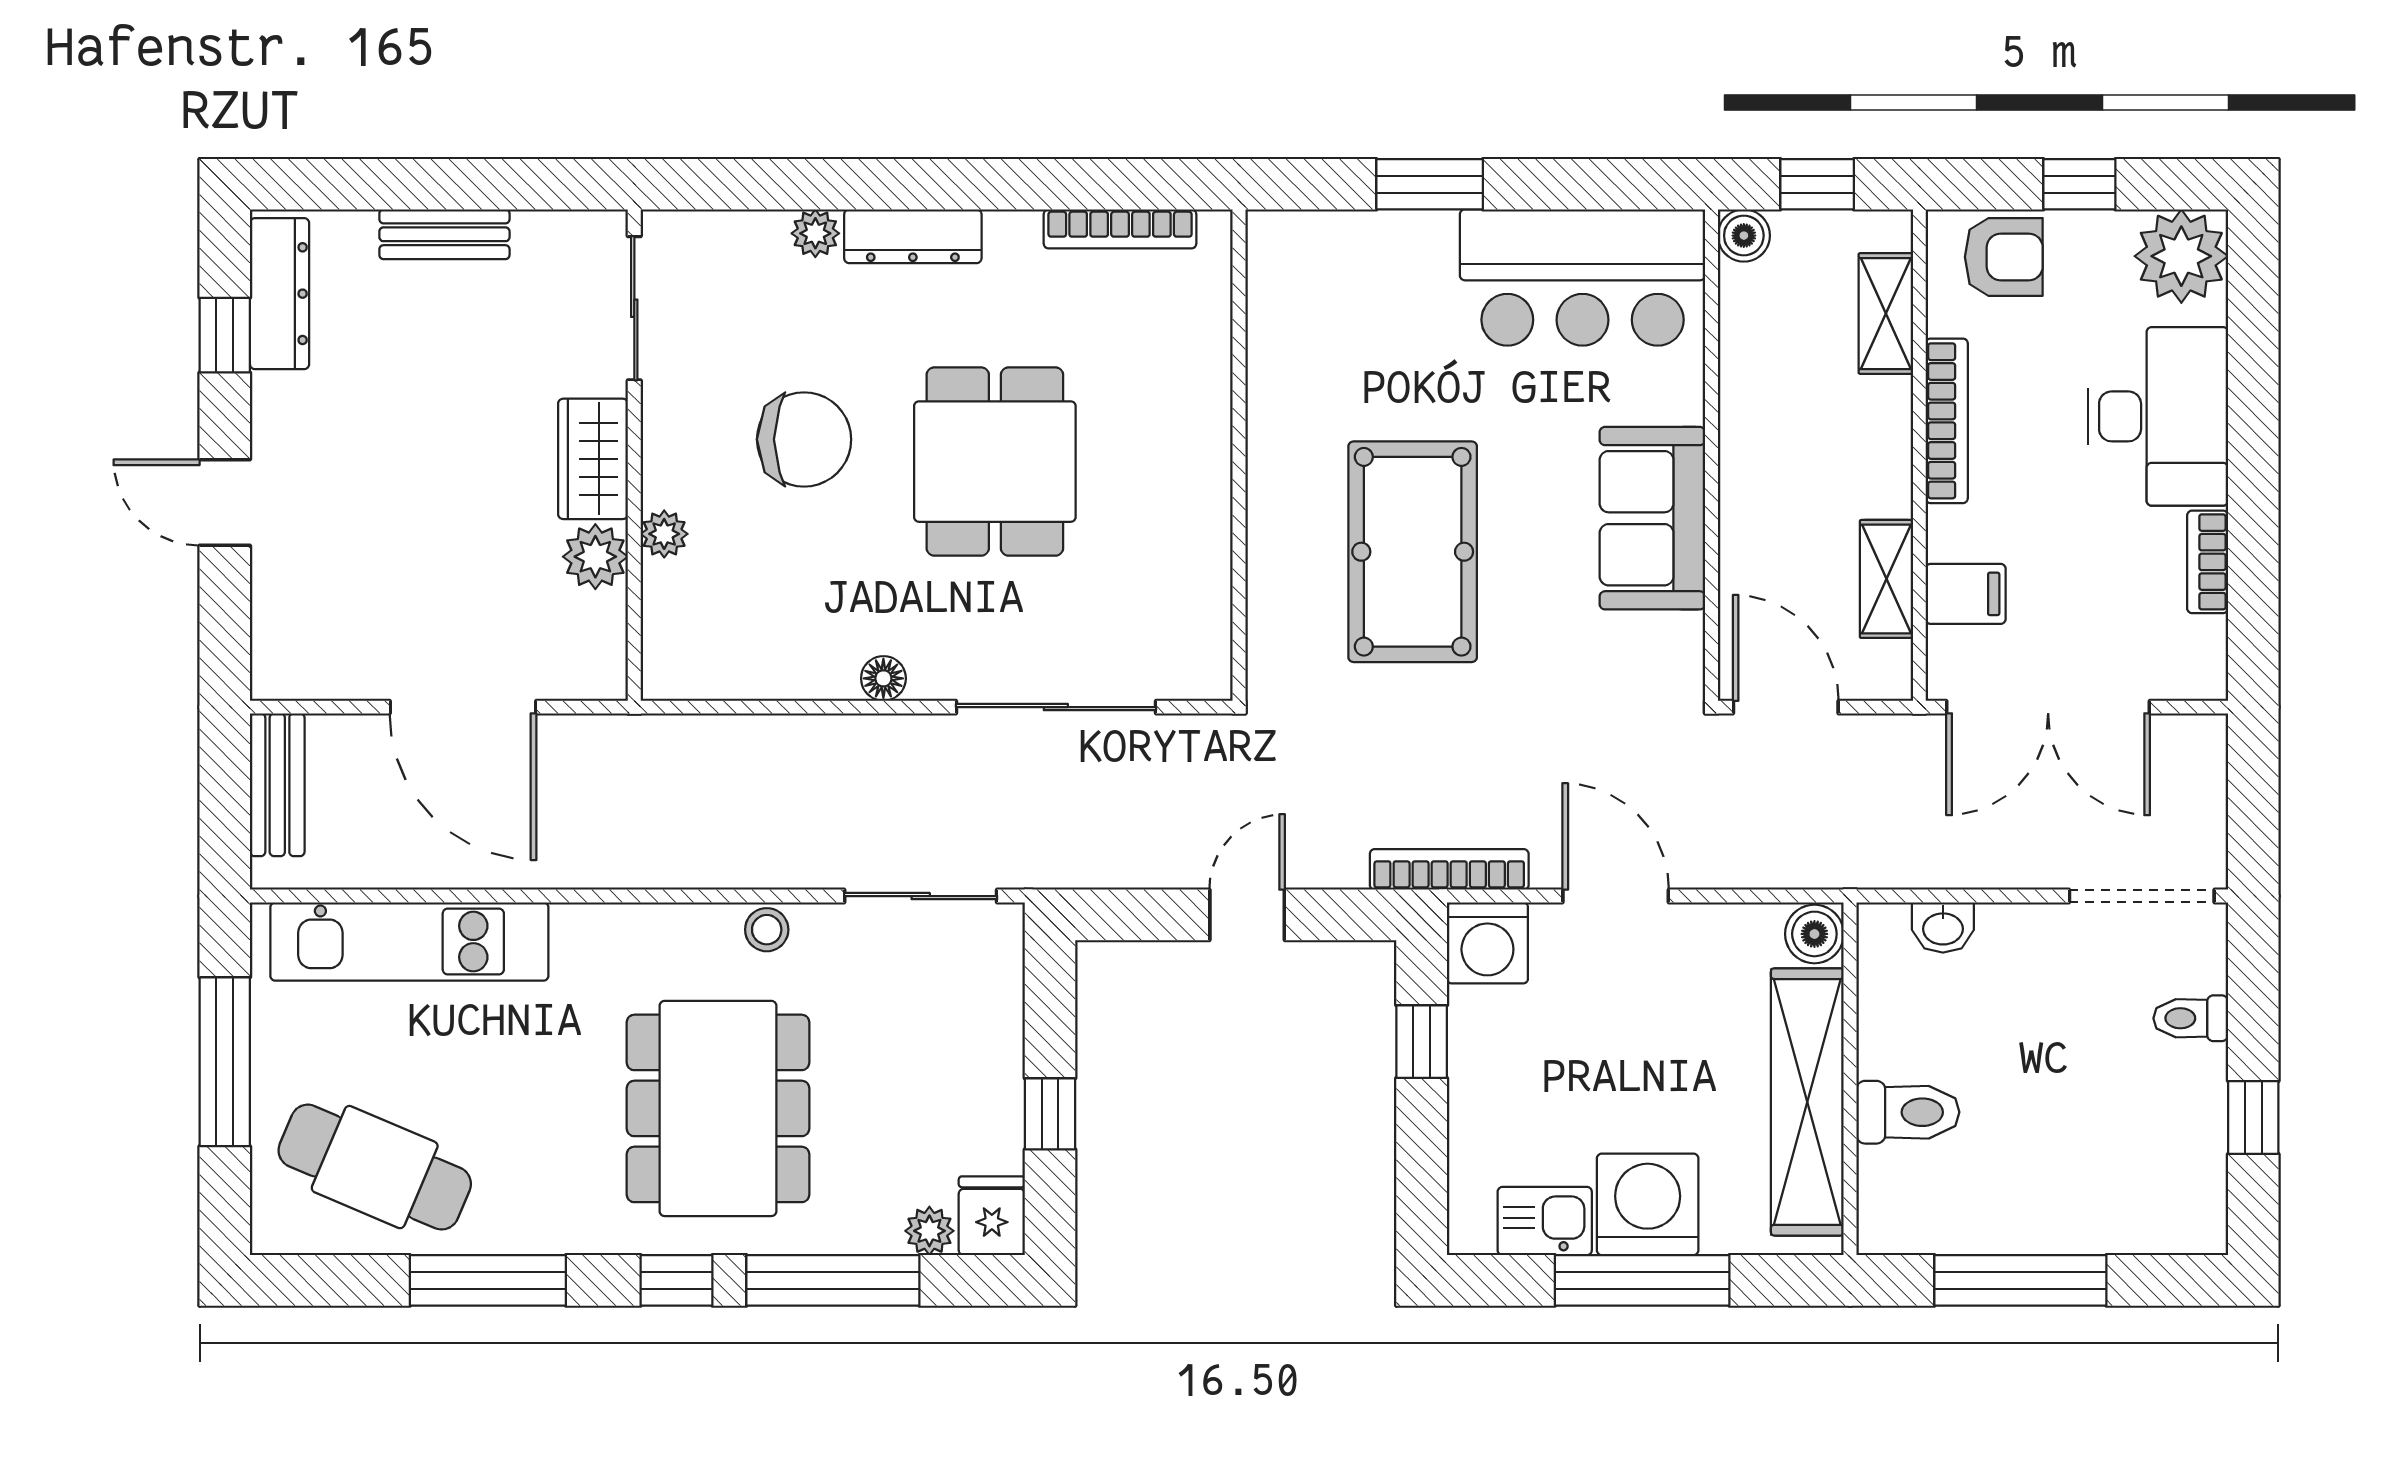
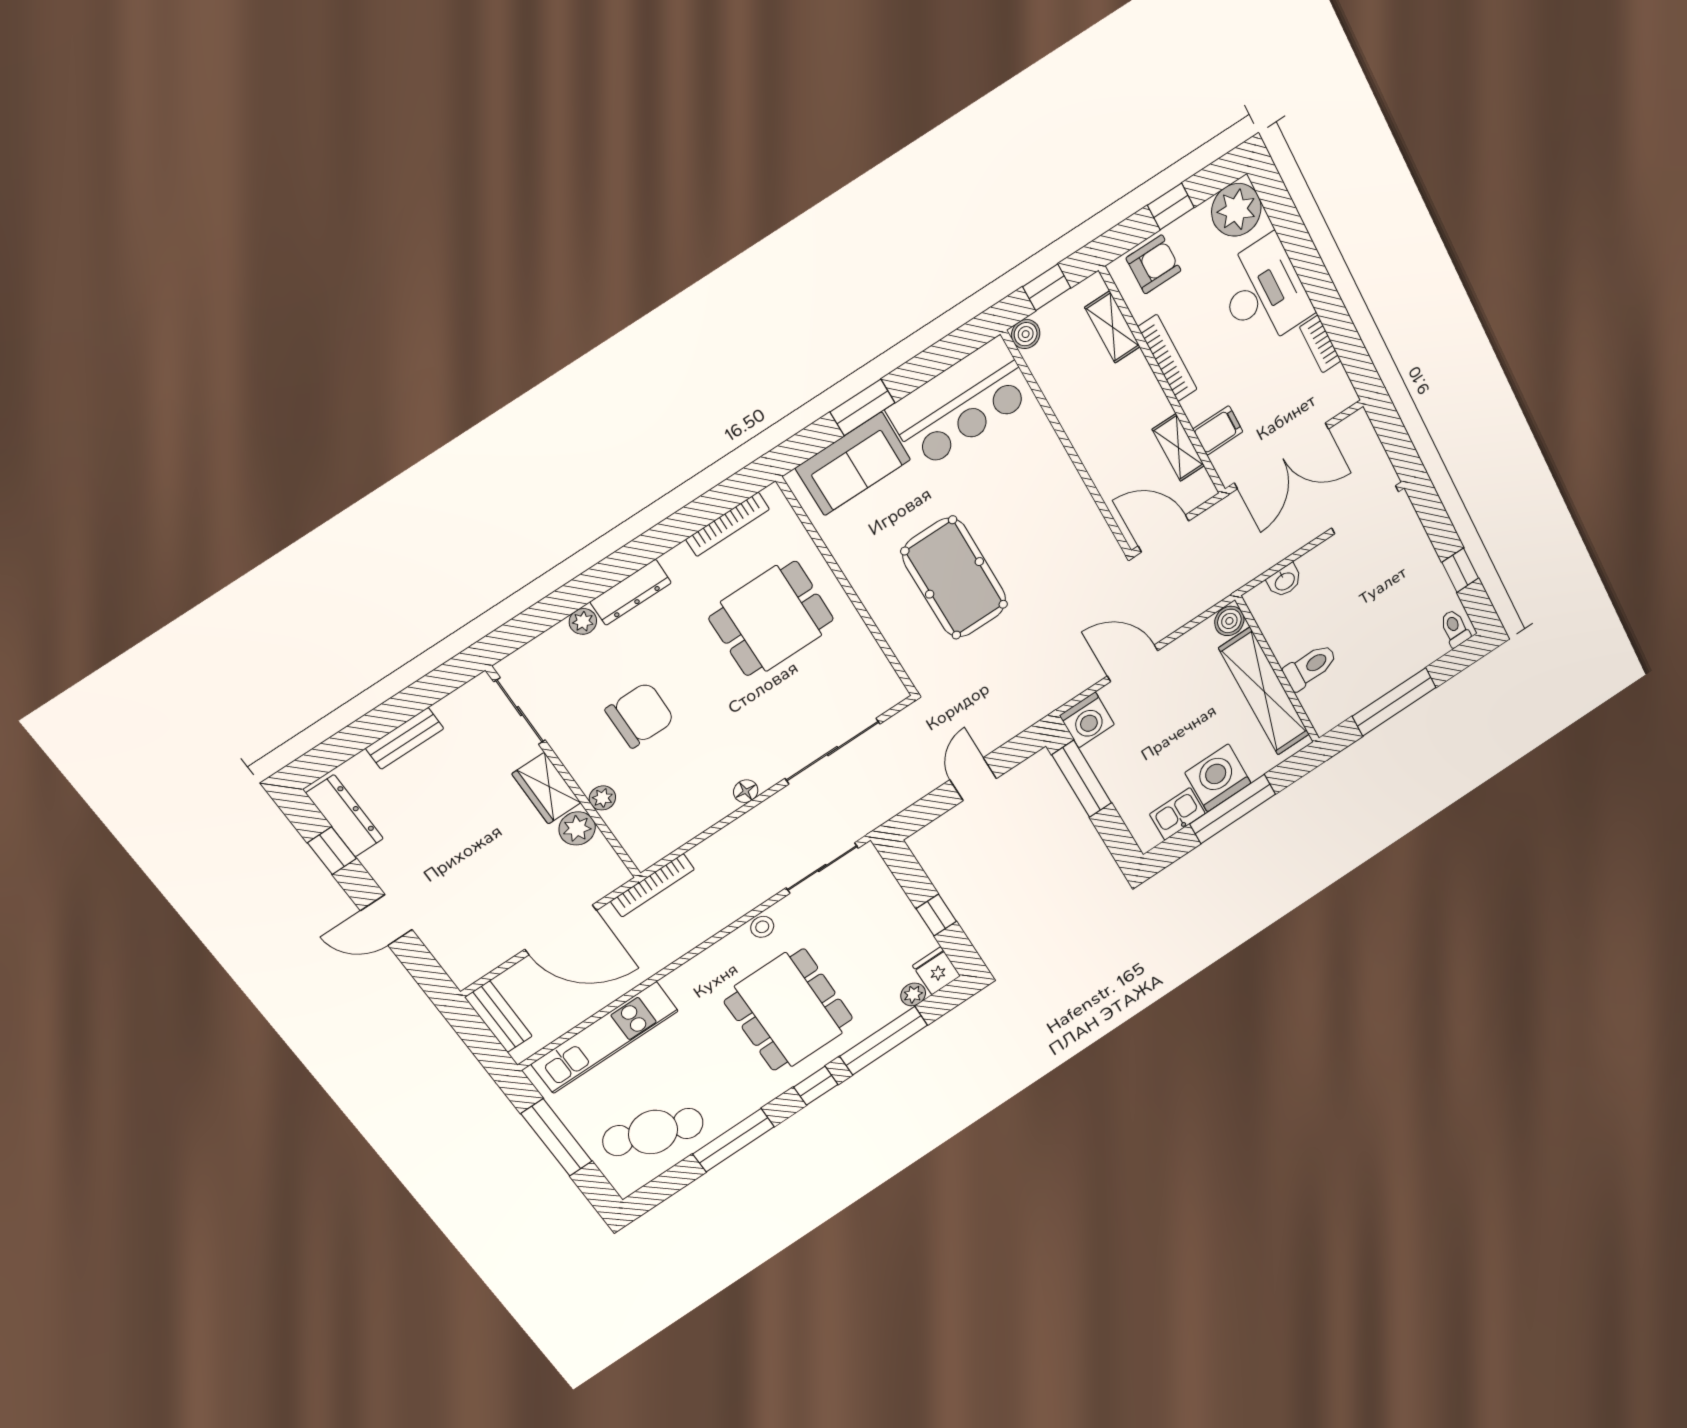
dining table: (995, 462) -> (771, 619), moved, turned 90
sofa: (1652, 518) -> (853, 464), moved, turned -90
bookcase: (1449, 869) -> (652, 885), moved, turned 180
toilet: (2191, 1018) -> (1455, 628), moved, turned 90
window: (1422, 1042) -> (1082, 779), width x2.17

